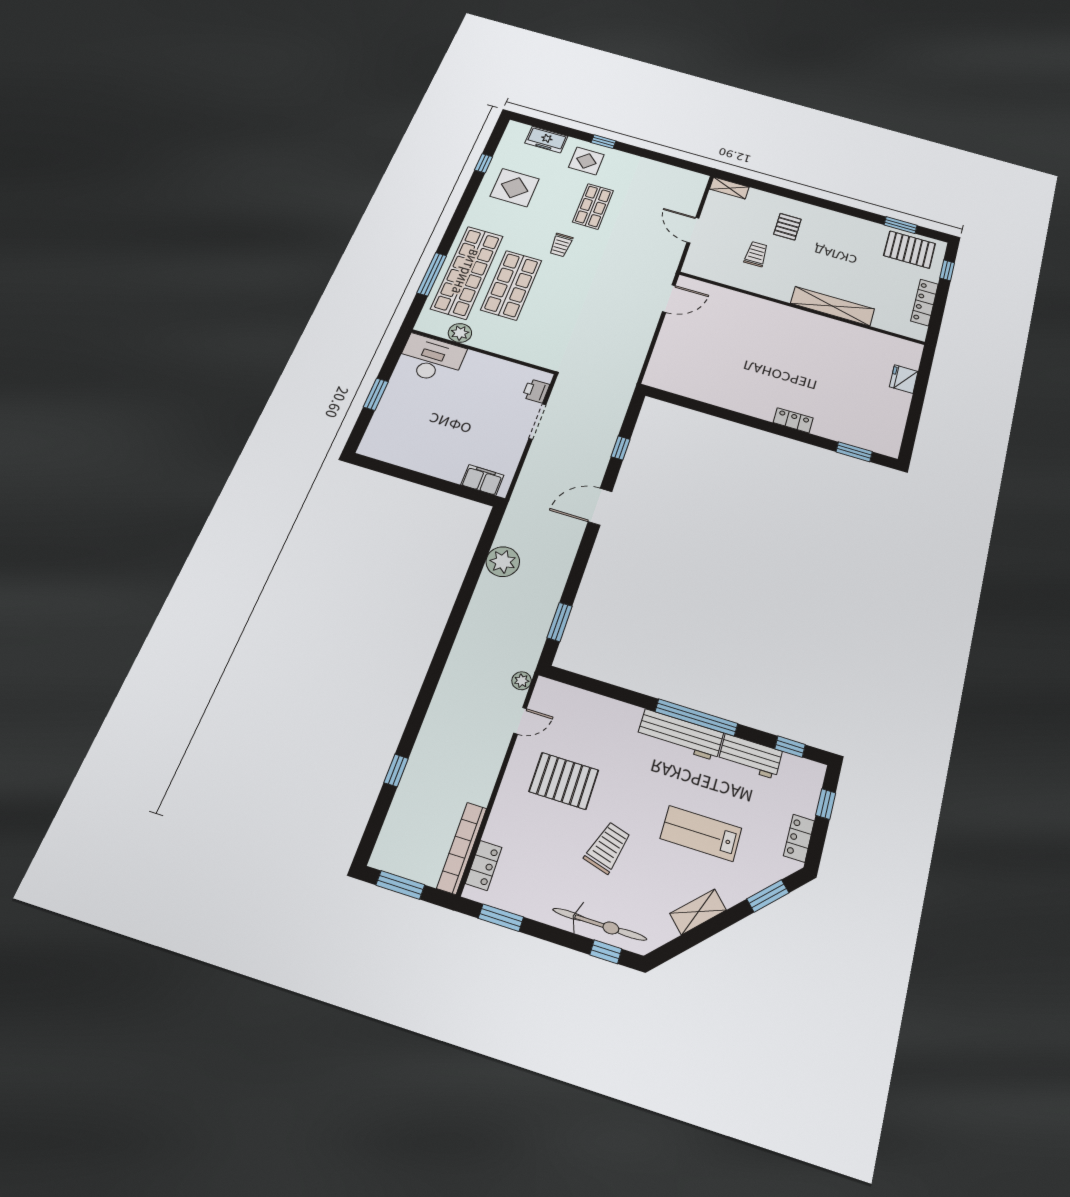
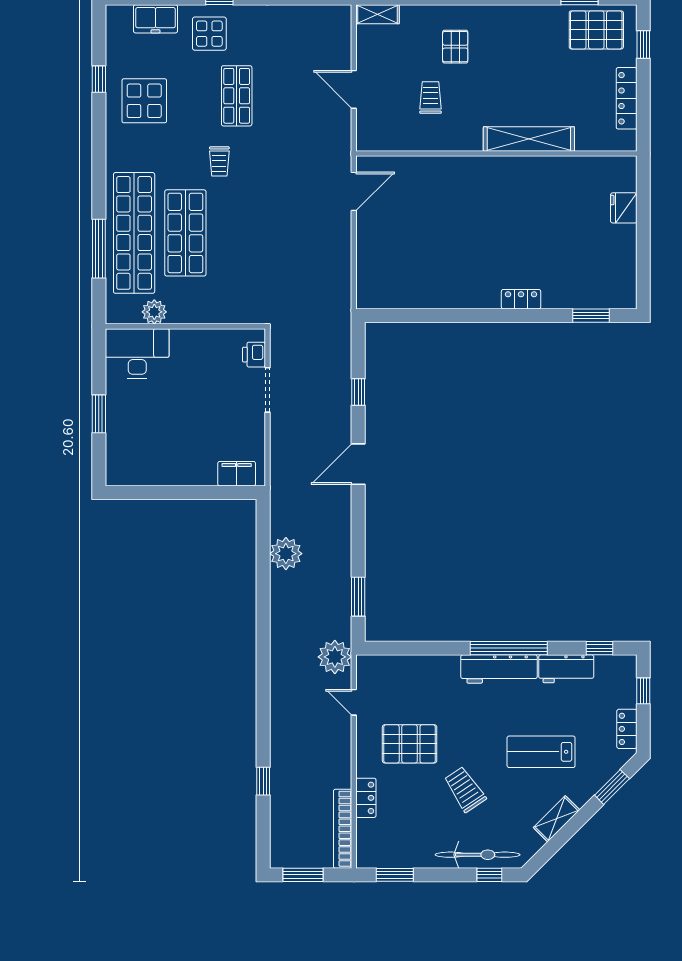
plant: (522, 681) -> (335, 657), width x1.88, depth x1.88
door: (520, 721) -> (354, 702), swing flipped
trolley: (608, 848) -> (465, 789), turned -50
locker: (484, 865) -> (366, 798), moved

